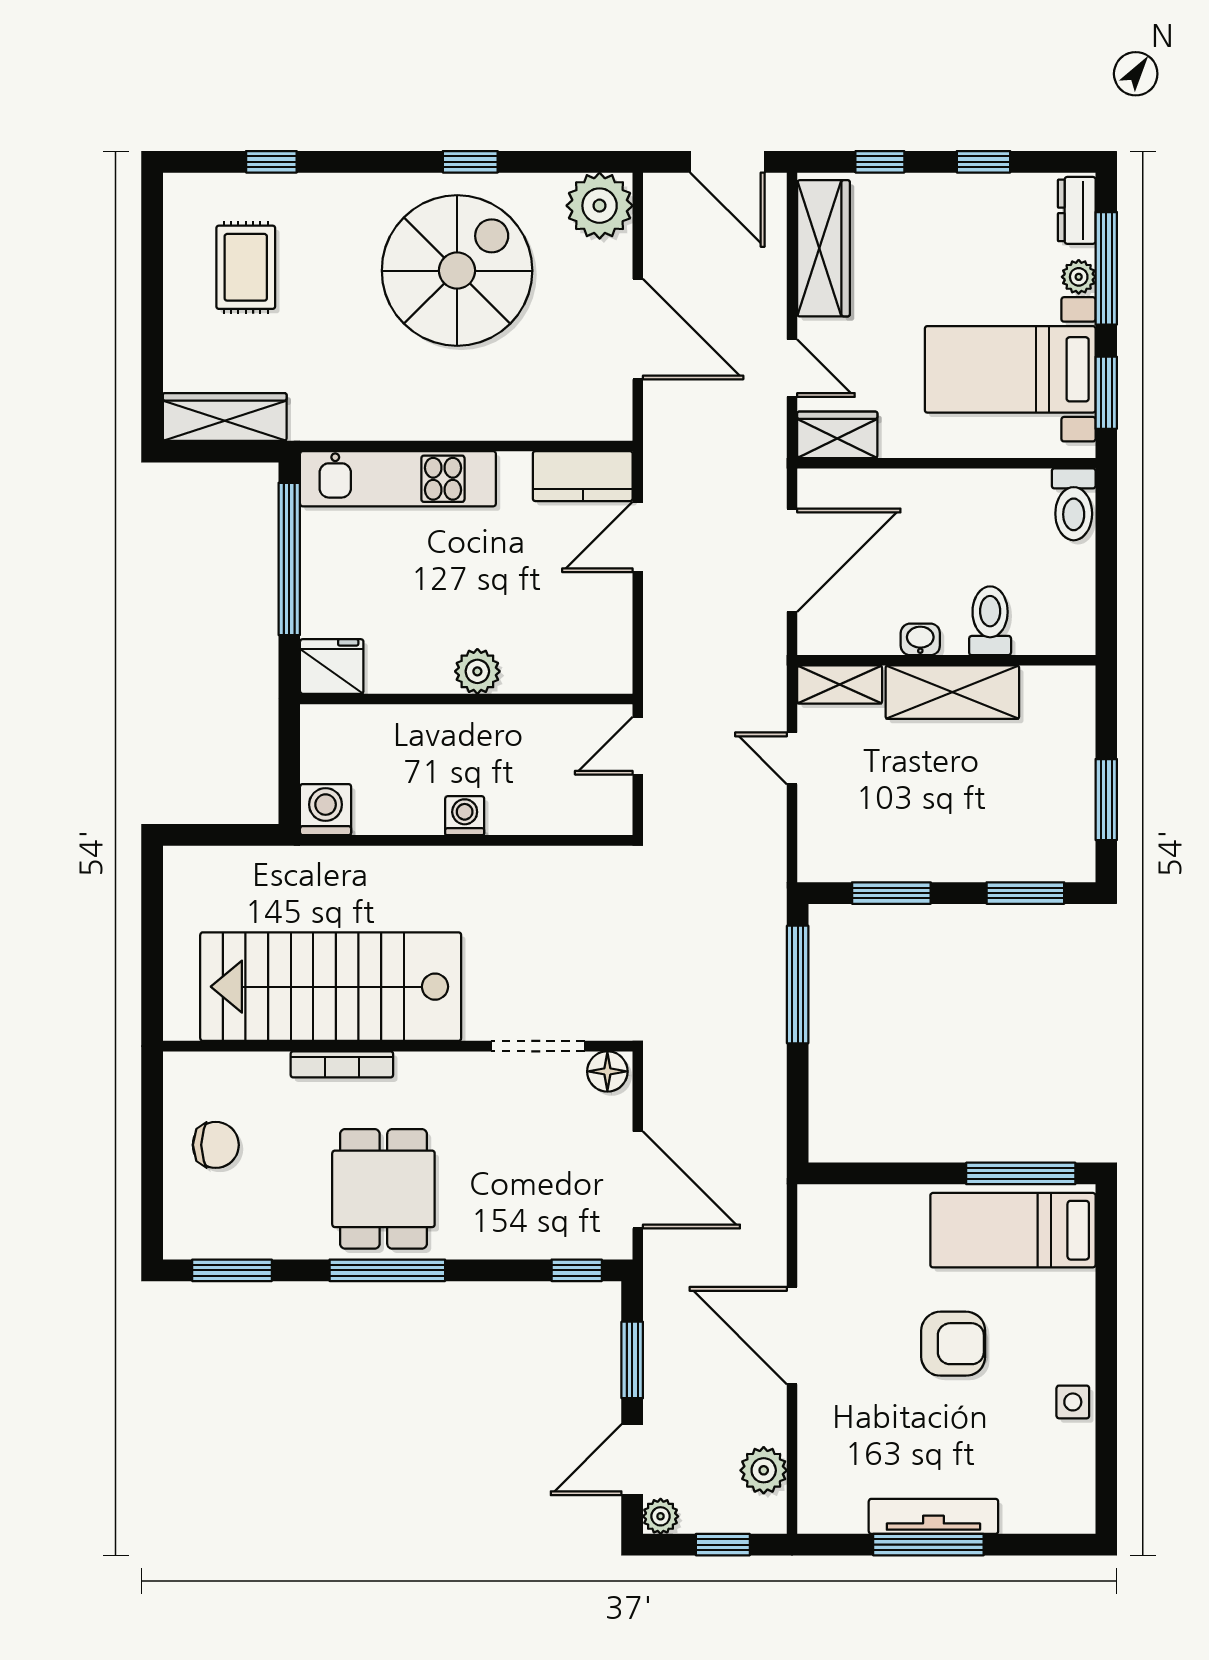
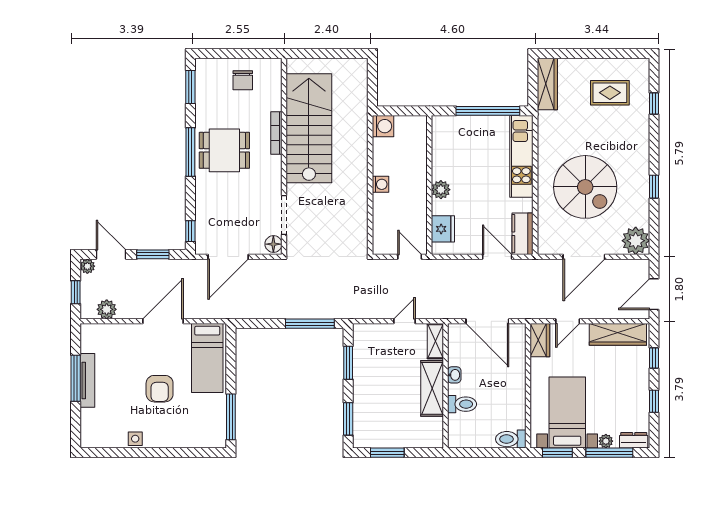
spiral stairs: (457, 271) -> (585, 187), moved
fridge: (332, 666) -> (443, 229), moved
bed: (1013, 1230) -> (207, 358), moved, turned 180

